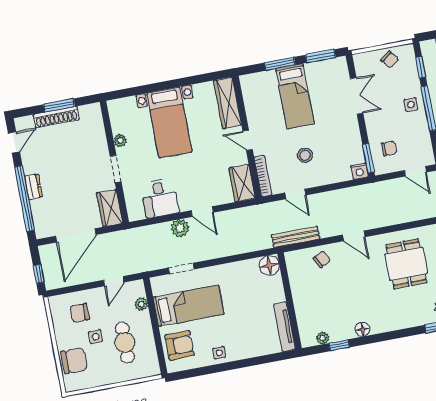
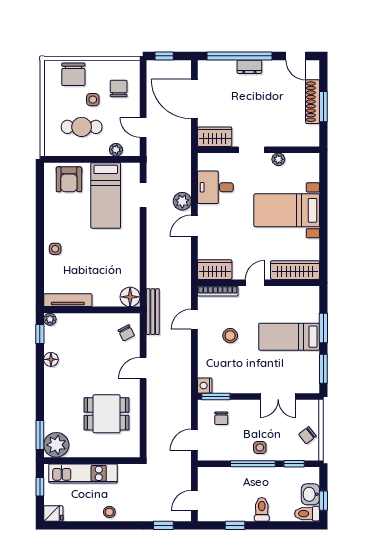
floor lamp: (269, 265) -> (130, 297), moved
wall: (289, 301) -> (92, 310), moved
tv unit: (284, 327) -> (68, 300), moved
side table: (219, 353) -> (55, 249), moved

